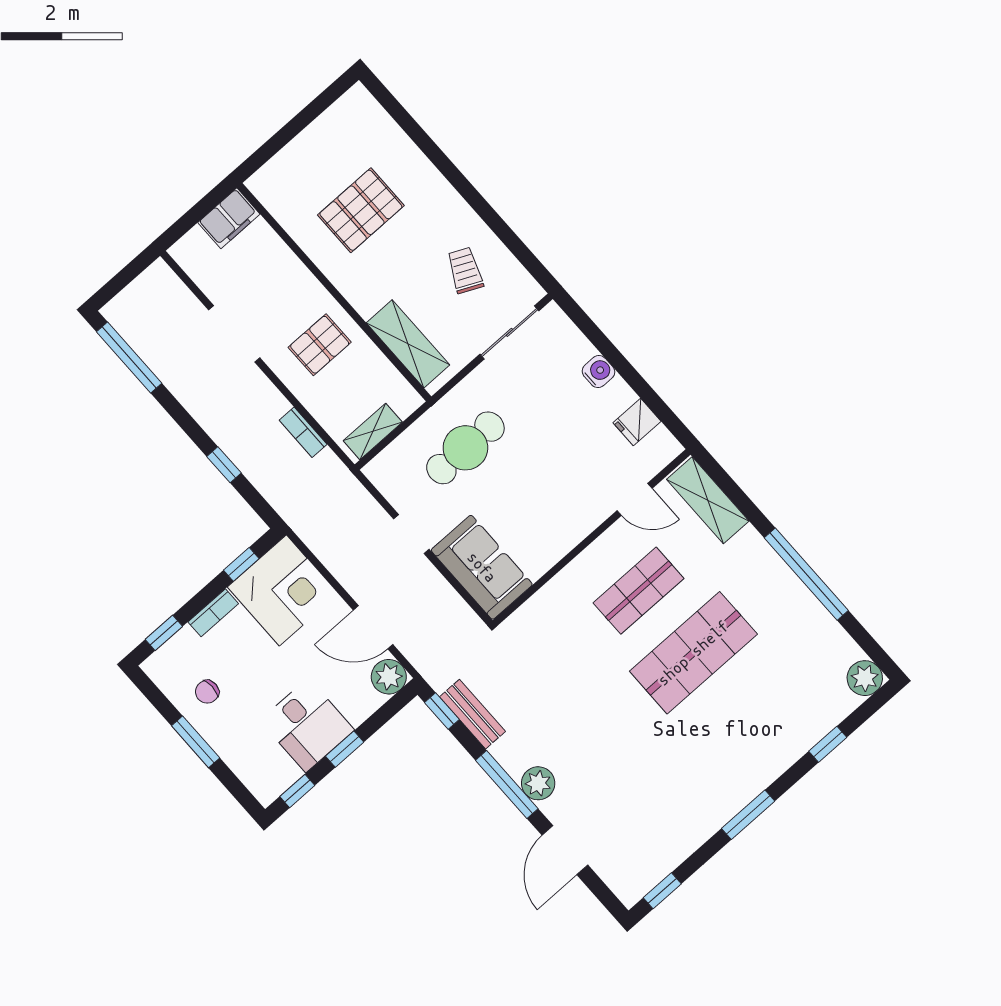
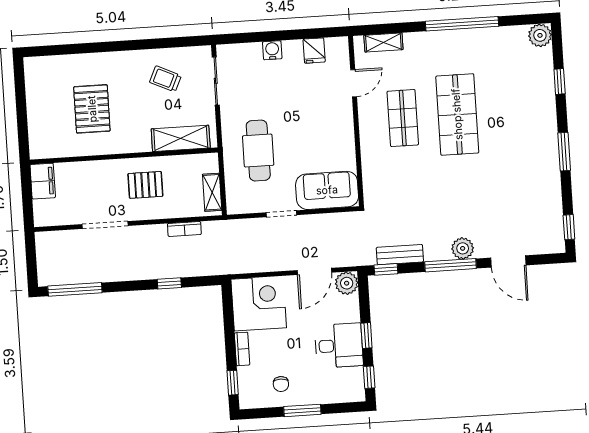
pallet: (320, 345) -> (145, 185), turned 90
shelving: (708, 500) -> (383, 42), width x0.67, depth x0.75
window: (241, 564) -> (228, 315), removed

